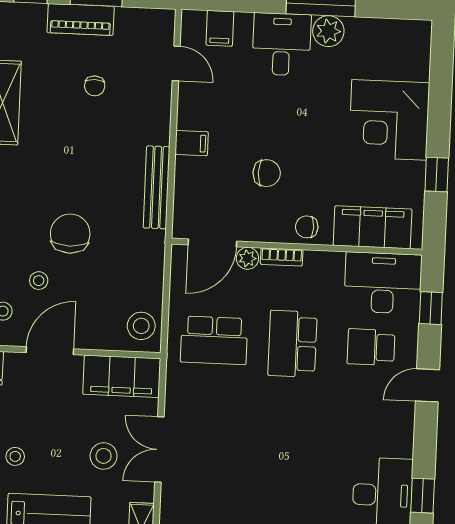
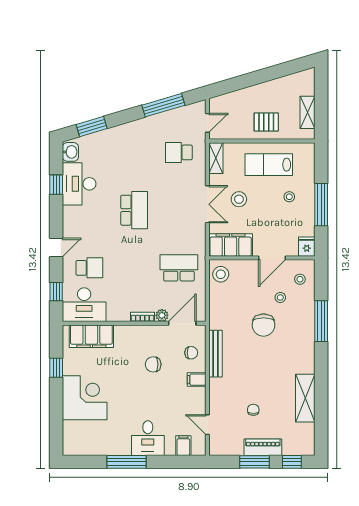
plant: (328, 31) -> (121, 447), removed
chair: (307, 227) -> (191, 353), moved
school desk: (293, 344) -> (134, 210), moved

